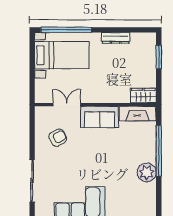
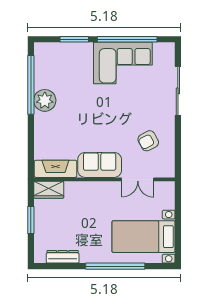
window: (66, 30) -> (115, 266), moved
dresser: (116, 38) -> (63, 257), moved
window: (159, 57) -> (31, 220), moved
window: (159, 151) -> (31, 85), moved

